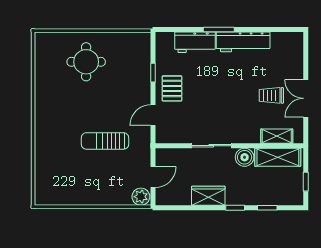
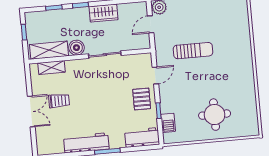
workbench: (195, 42) -> (142, 137), moved
barbecue: (143, 57) -> (168, 123), added
double door: (306, 98) -> (31, 111), moved

